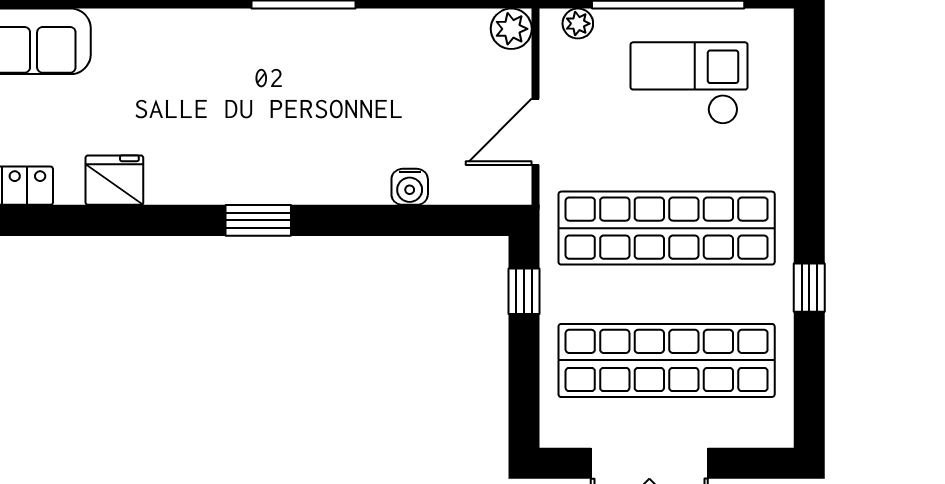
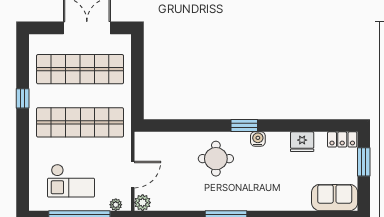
door: (536, 132) -> (133, 175), moved
round table: (329, 138) -> (216, 159), added
water cooler: (410, 187) -> (258, 139), moved
window: (524, 291) -> (137, 97), removed

